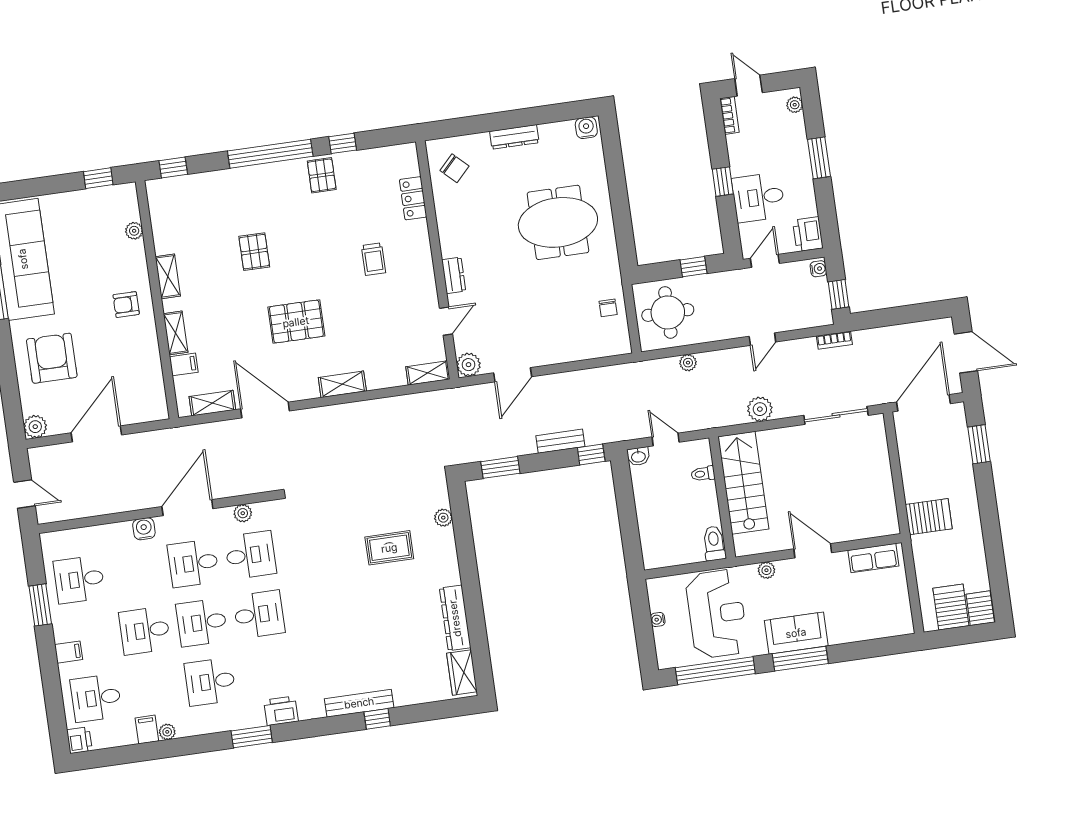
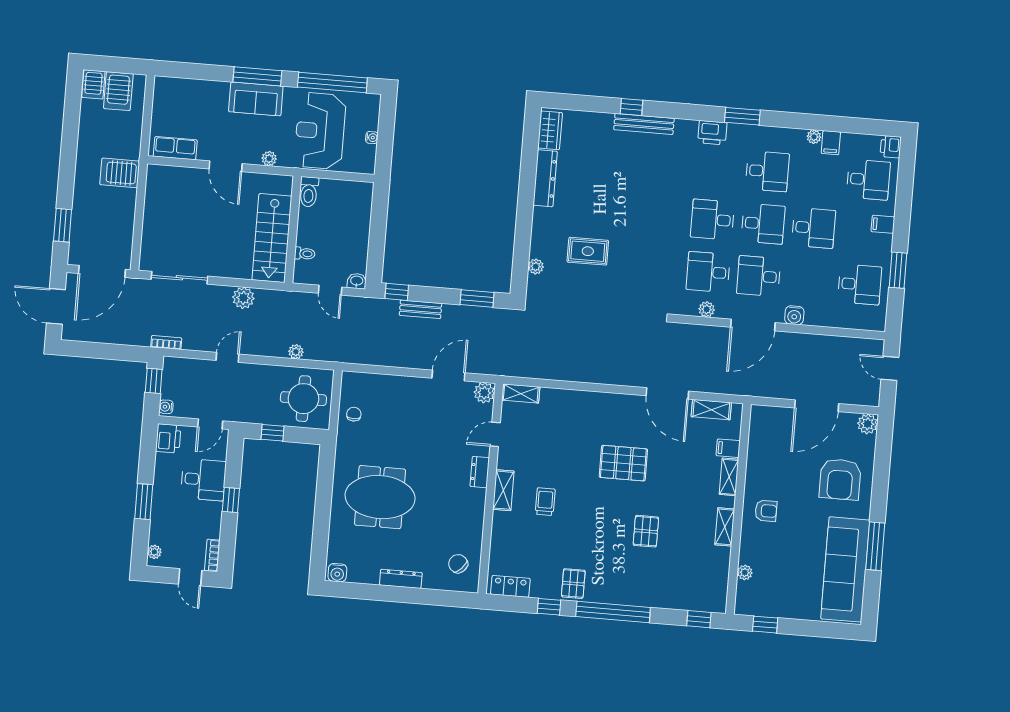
locker: (413, 198) -> (510, 586), moved, turned -90
shelving: (342, 384) -> (503, 490), moved, turned 90
desk: (193, 563) -> (759, 276), turned 180

